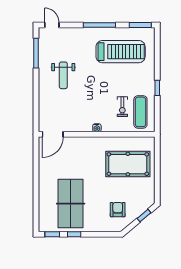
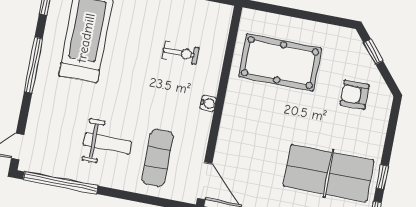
window: (36, 53) -> (61, 183), width x1.46
exercise mat: (140, 112) -> (158, 158), moved, turned 90
pool table: (128, 164) -> (280, 62), turned 90

